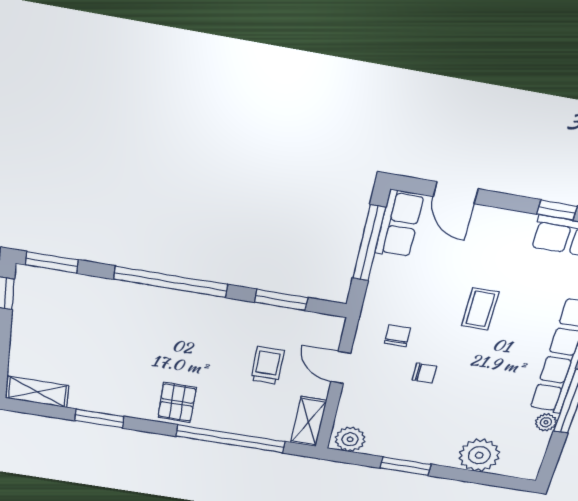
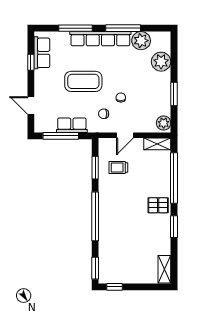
door: (456, 193) -> (31, 106), swing flipped
row of seats: (399, 224) -> (72, 125), moved
coffee table: (480, 309) -> (83, 81), width x1.86, depth x1.72
trolley: (267, 365) -> (118, 167), moved
window: (99, 419) -> (174, 227), moved
plant: (546, 422) -> (141, 41), width x1.87, depth x1.87

